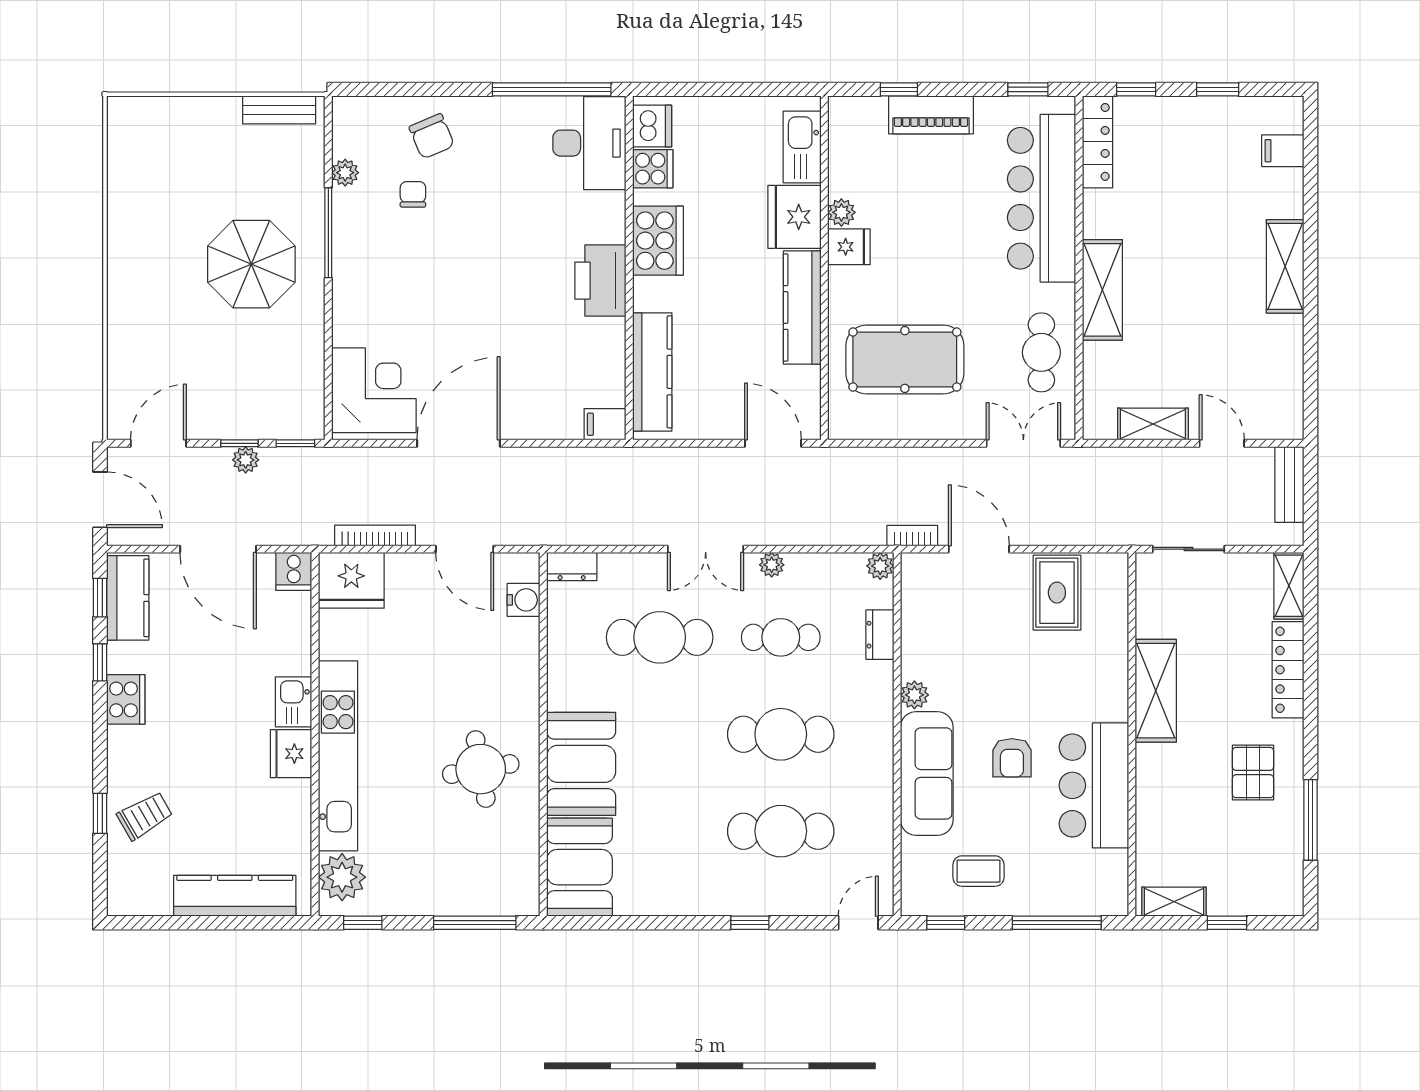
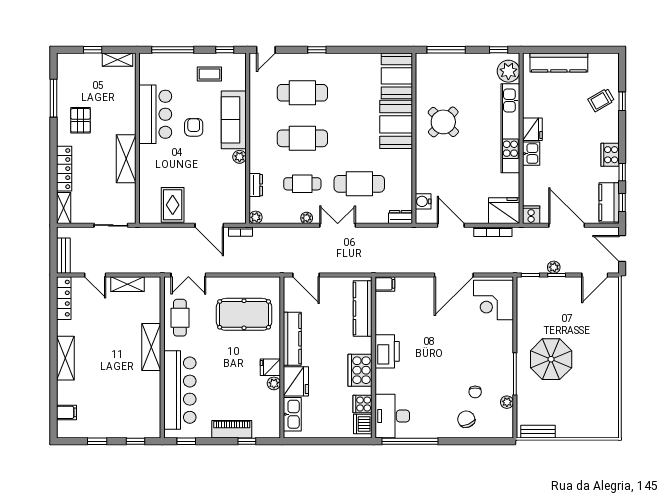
locker: (1098, 142) -> (64, 298), moved, turned 180
round table: (481, 769) -> (443, 122), turned -36

